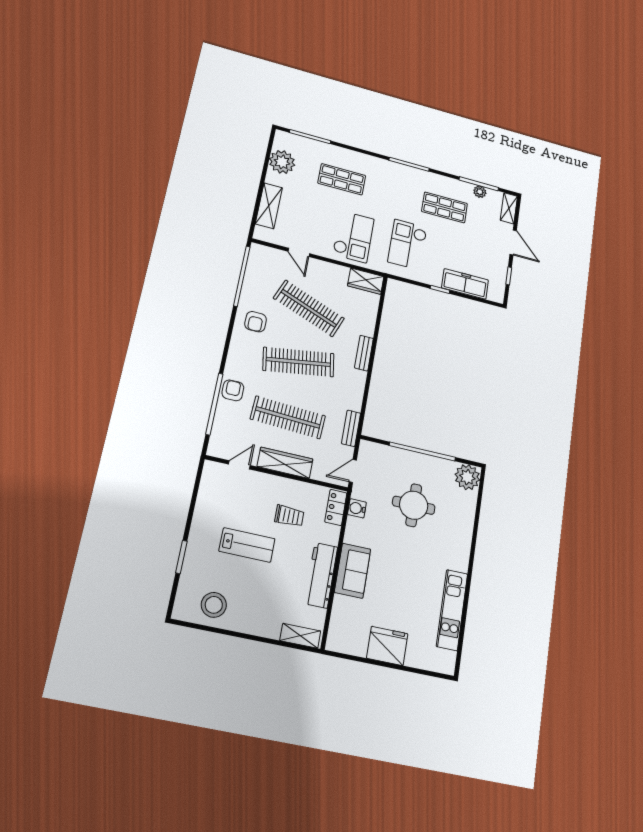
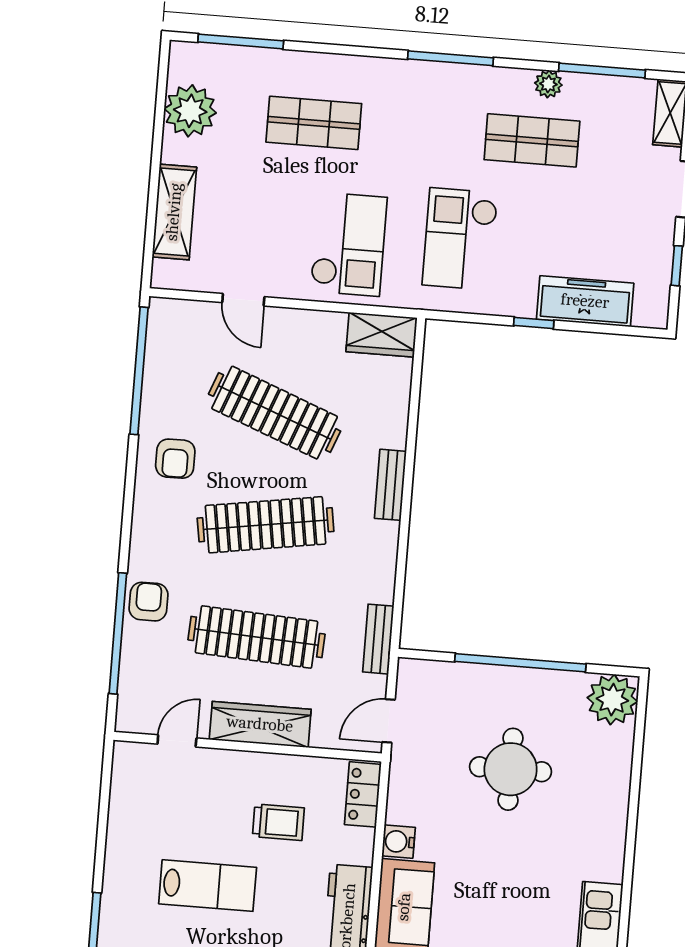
plant: (480, 192) -> (548, 84), moved
water cooler: (357, 508) -> (399, 842), moved

